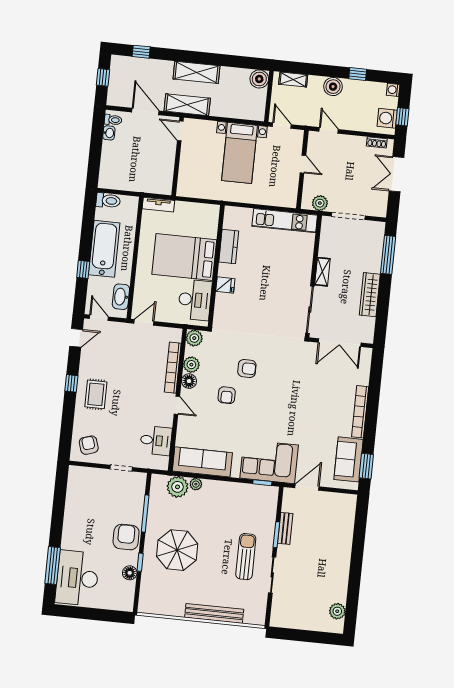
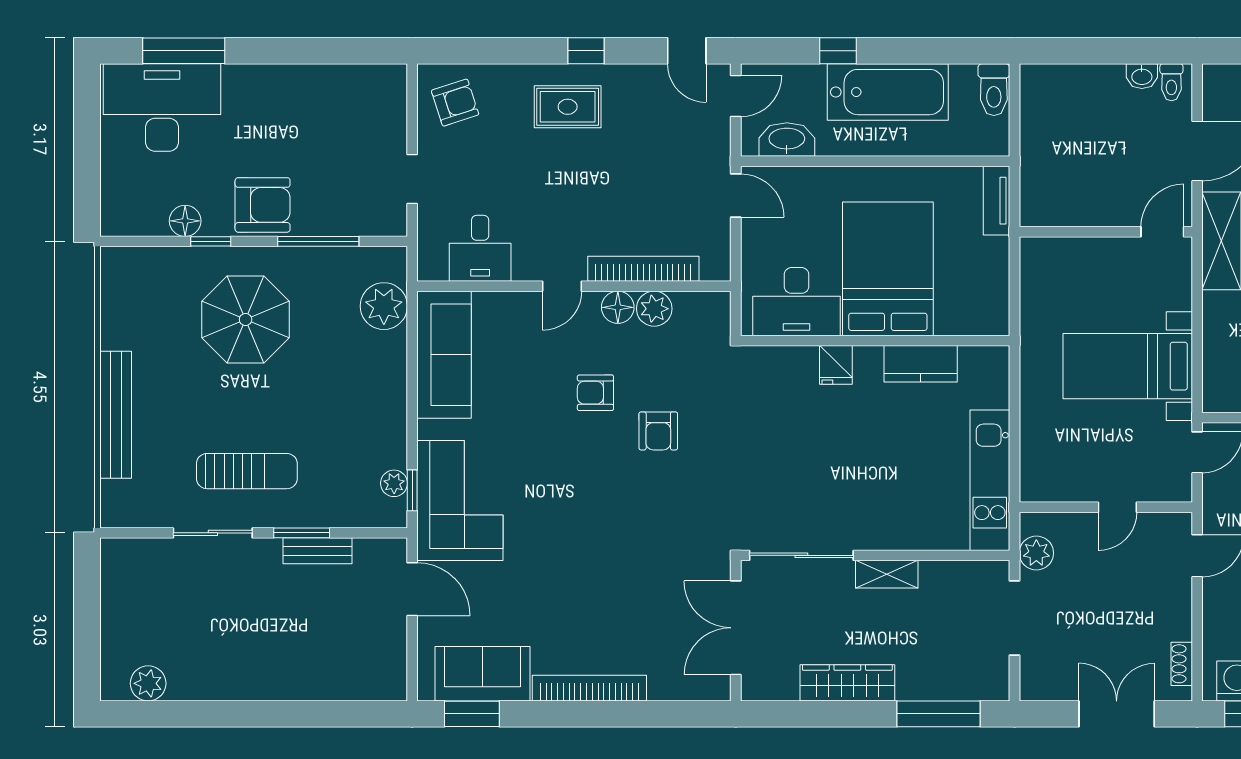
plant: (194, 338) -> (713, 309), removed
plant: (196, 484) -> (394, 483), moved

